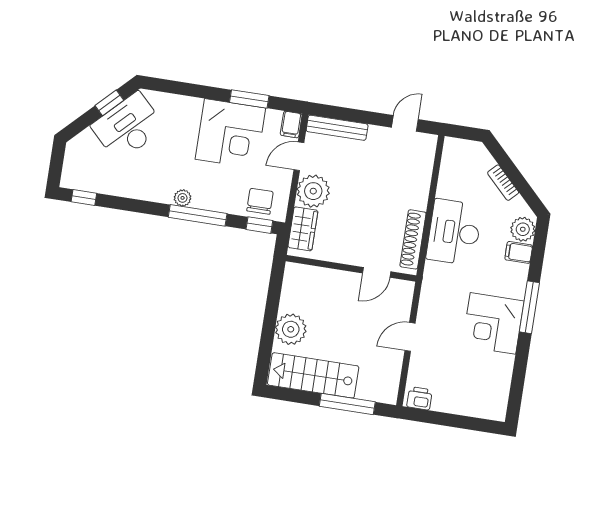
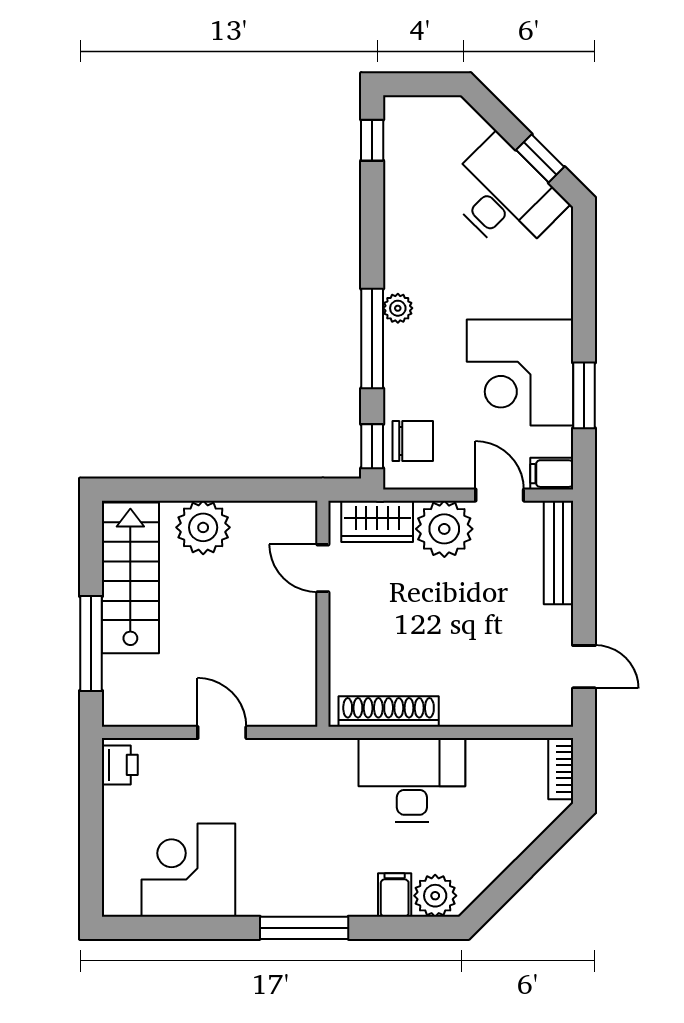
bookcase: (503, 183) -> (561, 769), moved, turned -45
door: (377, 272) -> (323, 568), moved
corner desk: (493, 323) -> (188, 870), moved

